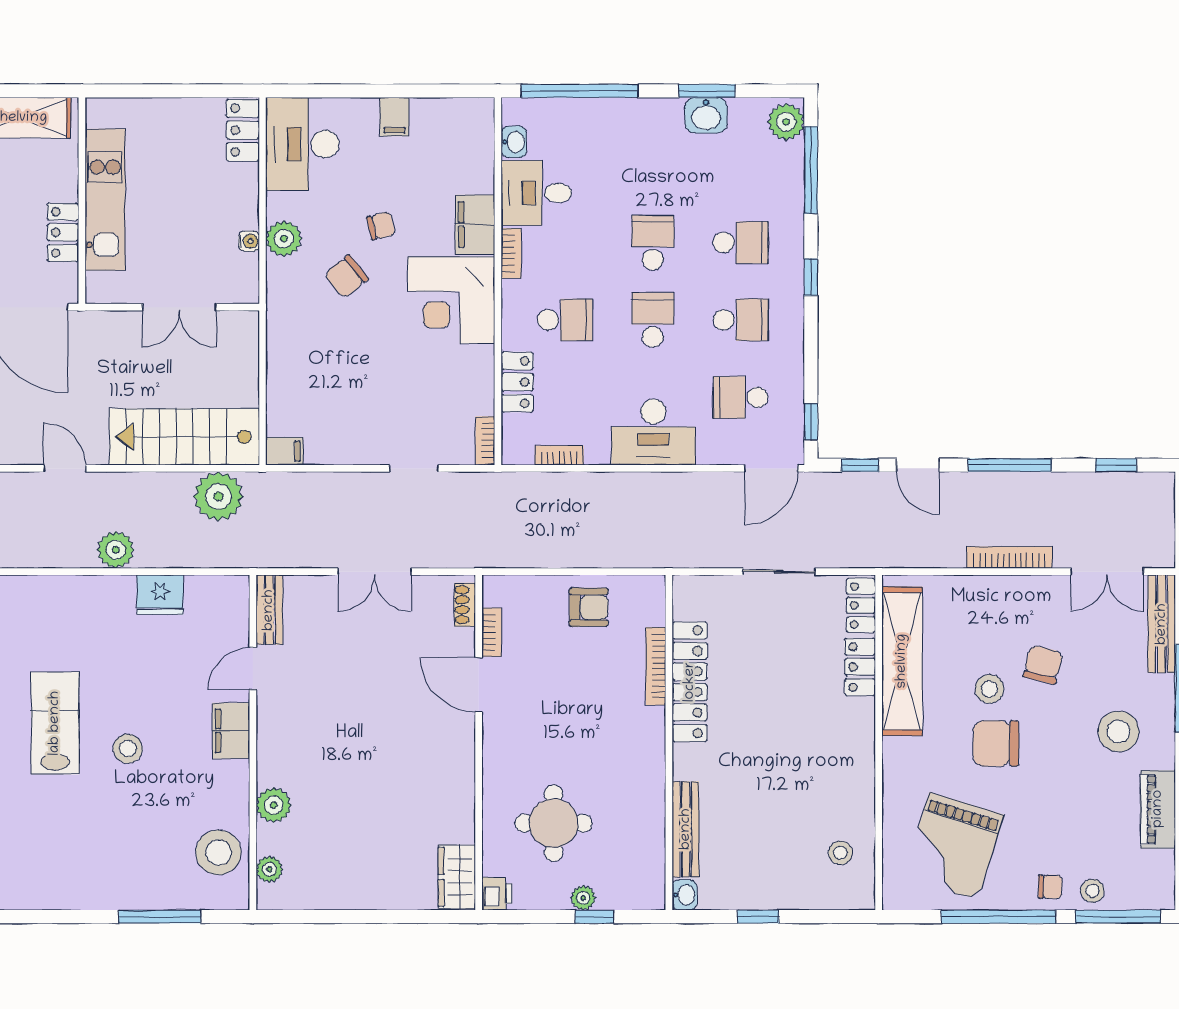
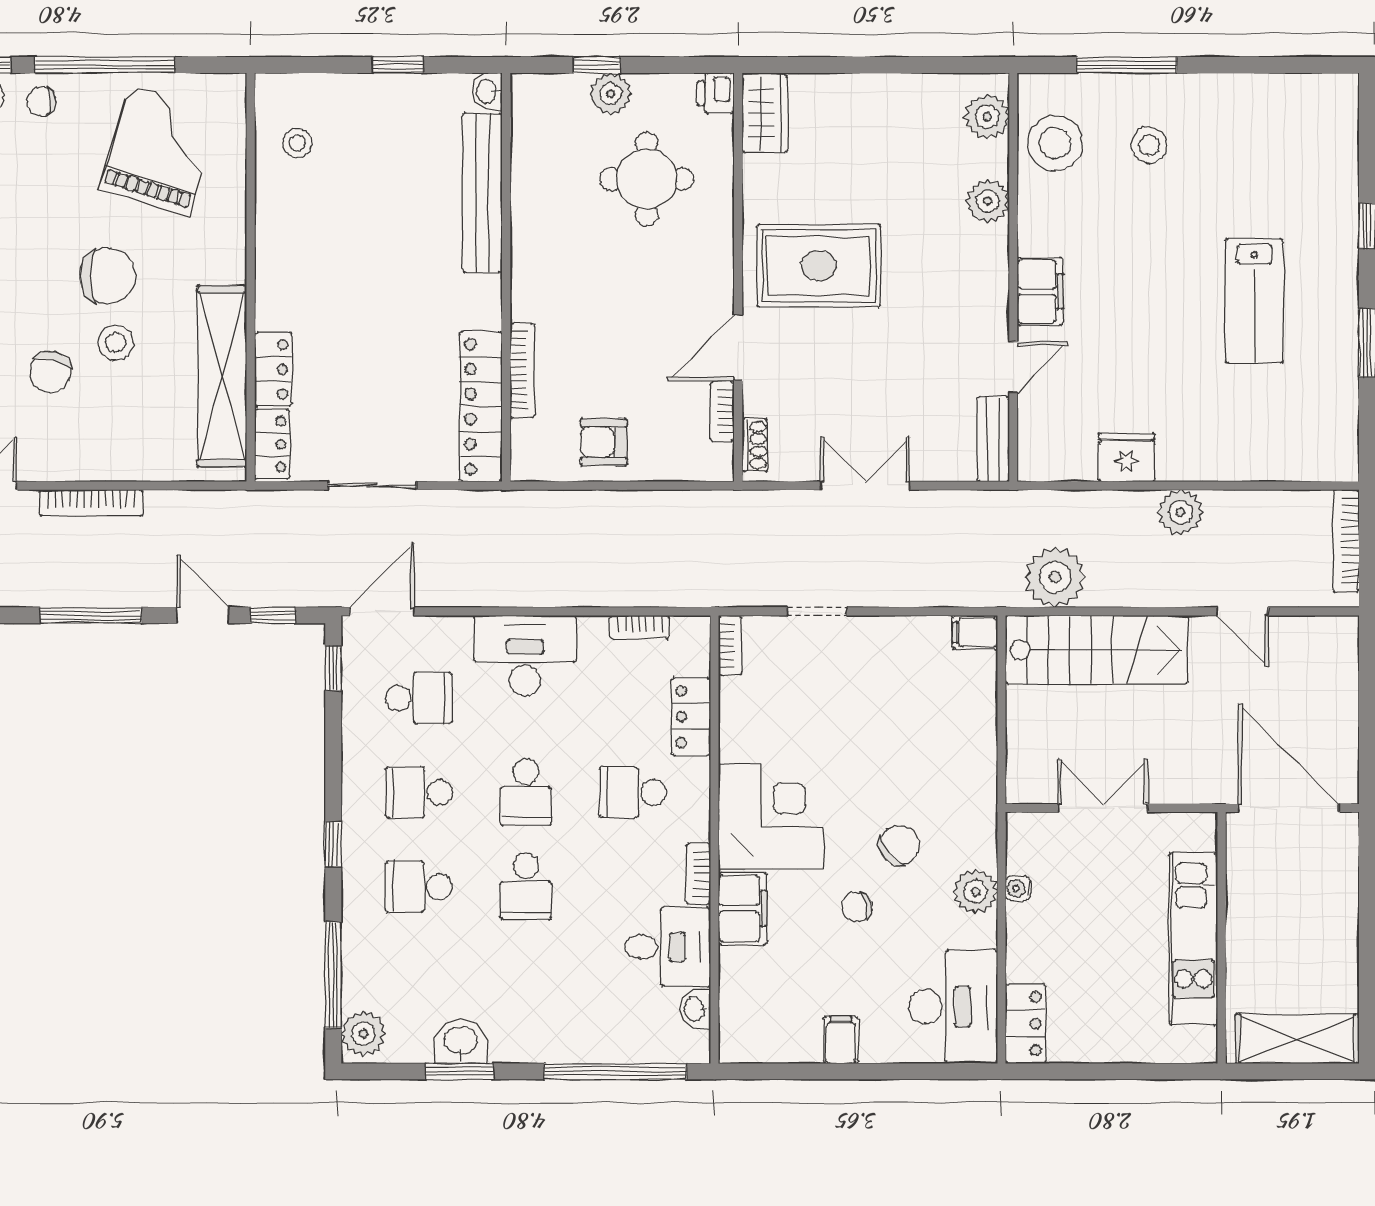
locker: (63, 232) -> (1245, 899), removed
locker: (690, 682) -> (481, 407), moved
door: (479, 685) -> (738, 348), swing flipped
stool: (128, 749) -> (1149, 145), moved
rug: (412, 752) -> (819, 266), added
bench: (686, 829) -> (482, 193), width x1.37, depth x1.21
plant: (269, 869) -> (987, 117), width x1.38, depth x1.38
plant: (583, 898) -> (611, 94), width x1.38, depth x1.38

